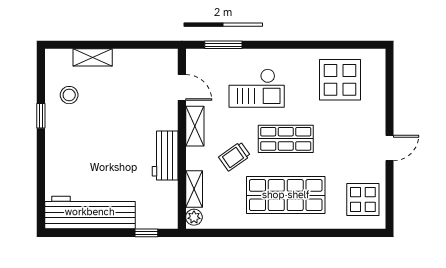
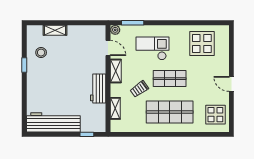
checkout: (257, 88) -> (152, 48), turned 180
door: (390, 148) -> (231, 84), swing flipped
plant: (194, 217) -> (115, 30), moved

